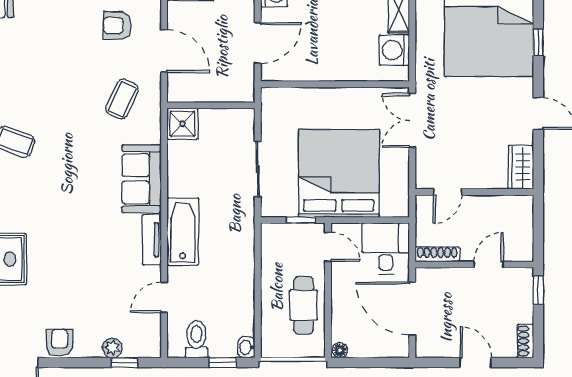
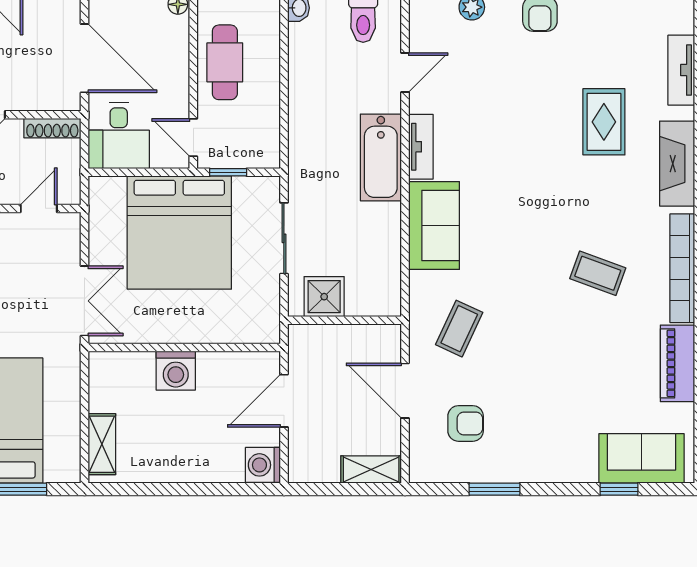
washing machine: (394, 50) -> (176, 371), moved, turned 90
shower: (182, 124) -> (324, 297), moved

